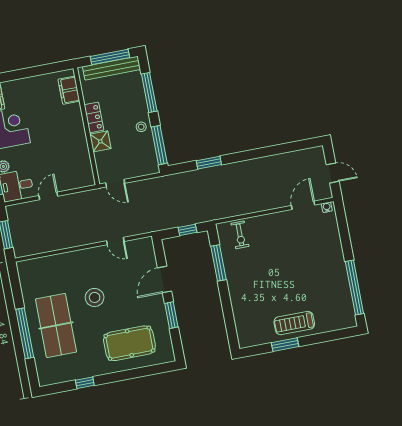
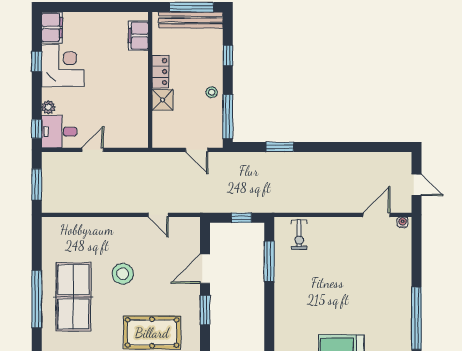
window: (149, 93) -> (228, 55), width x0.46
door: (115, 183) -> (197, 150), moved

